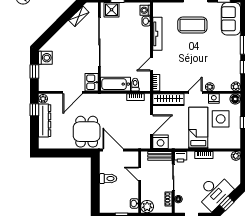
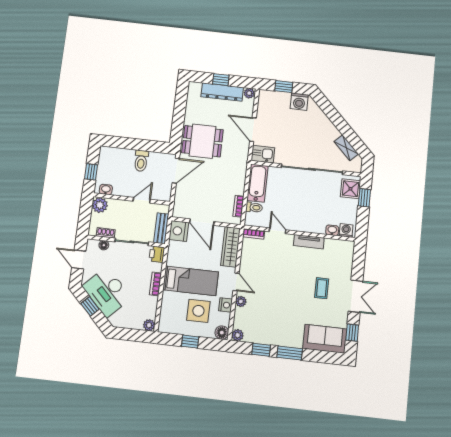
coffee table: (192, 25) -> (322, 288), width x0.54, depth x0.58
tv unit: (157, 34) -> (309, 242), width x0.71
window: (34, 110) -> (221, 80), moved

